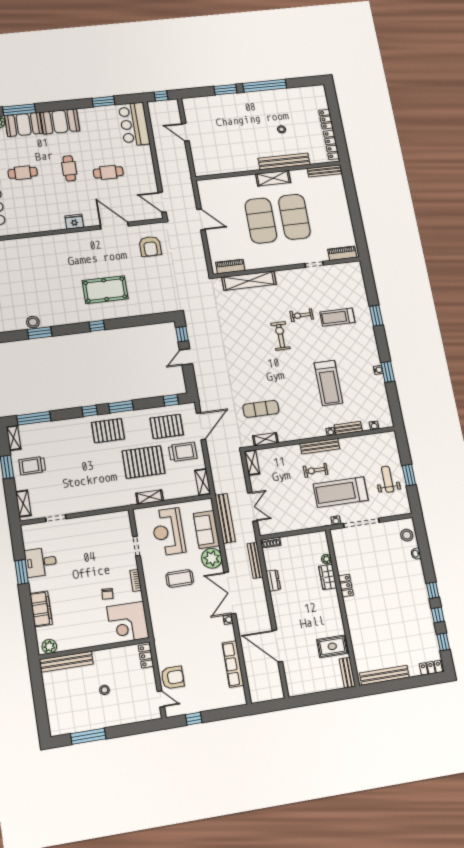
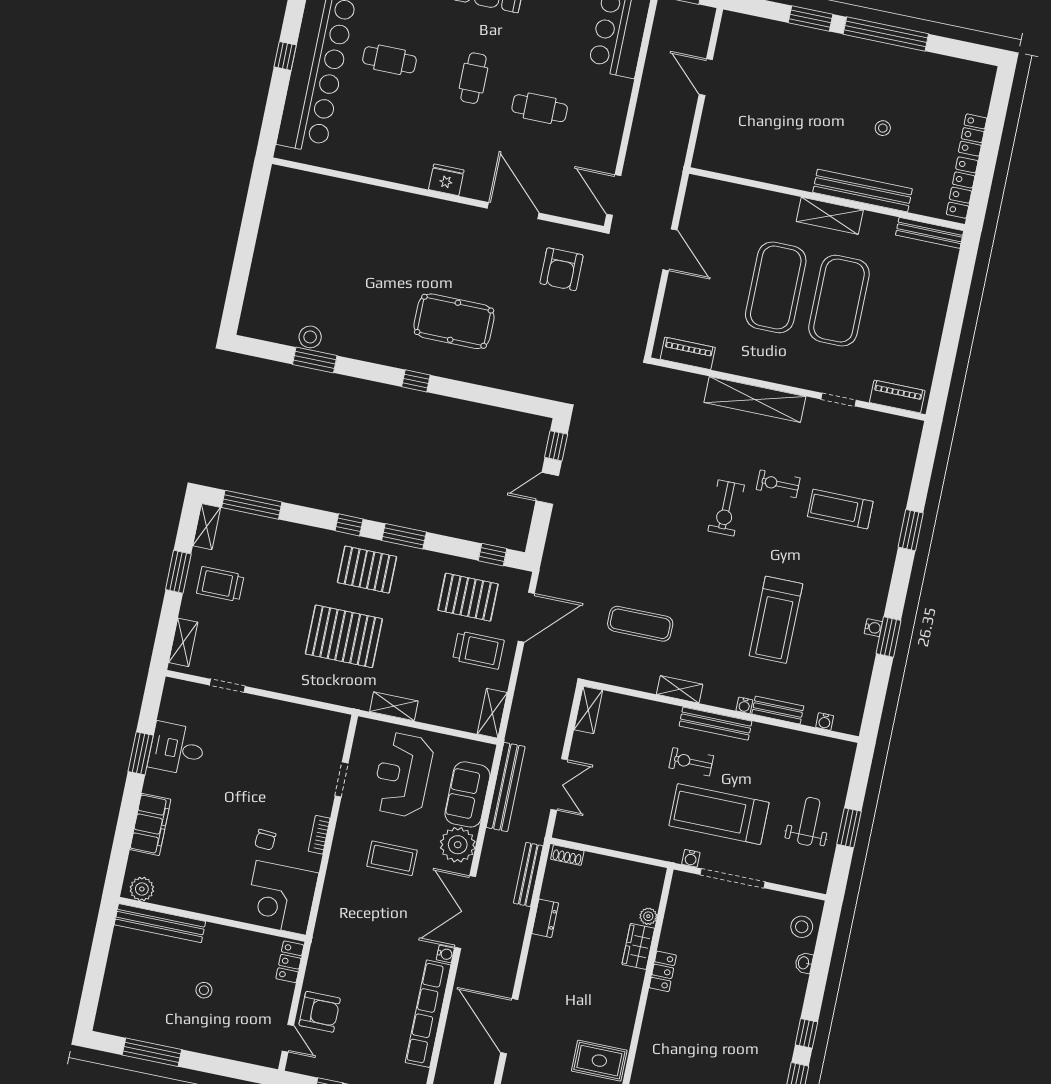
shelving: (249, 281) -> (755, 399), moved
exercise bike: (281, 336) -> (726, 508), turned 180
shelving: (265, 439) -> (680, 689), moved
pallet: (143, 462) -> (344, 636), moved
row of seats: (233, 664) -> (428, 1014), width x1.36

